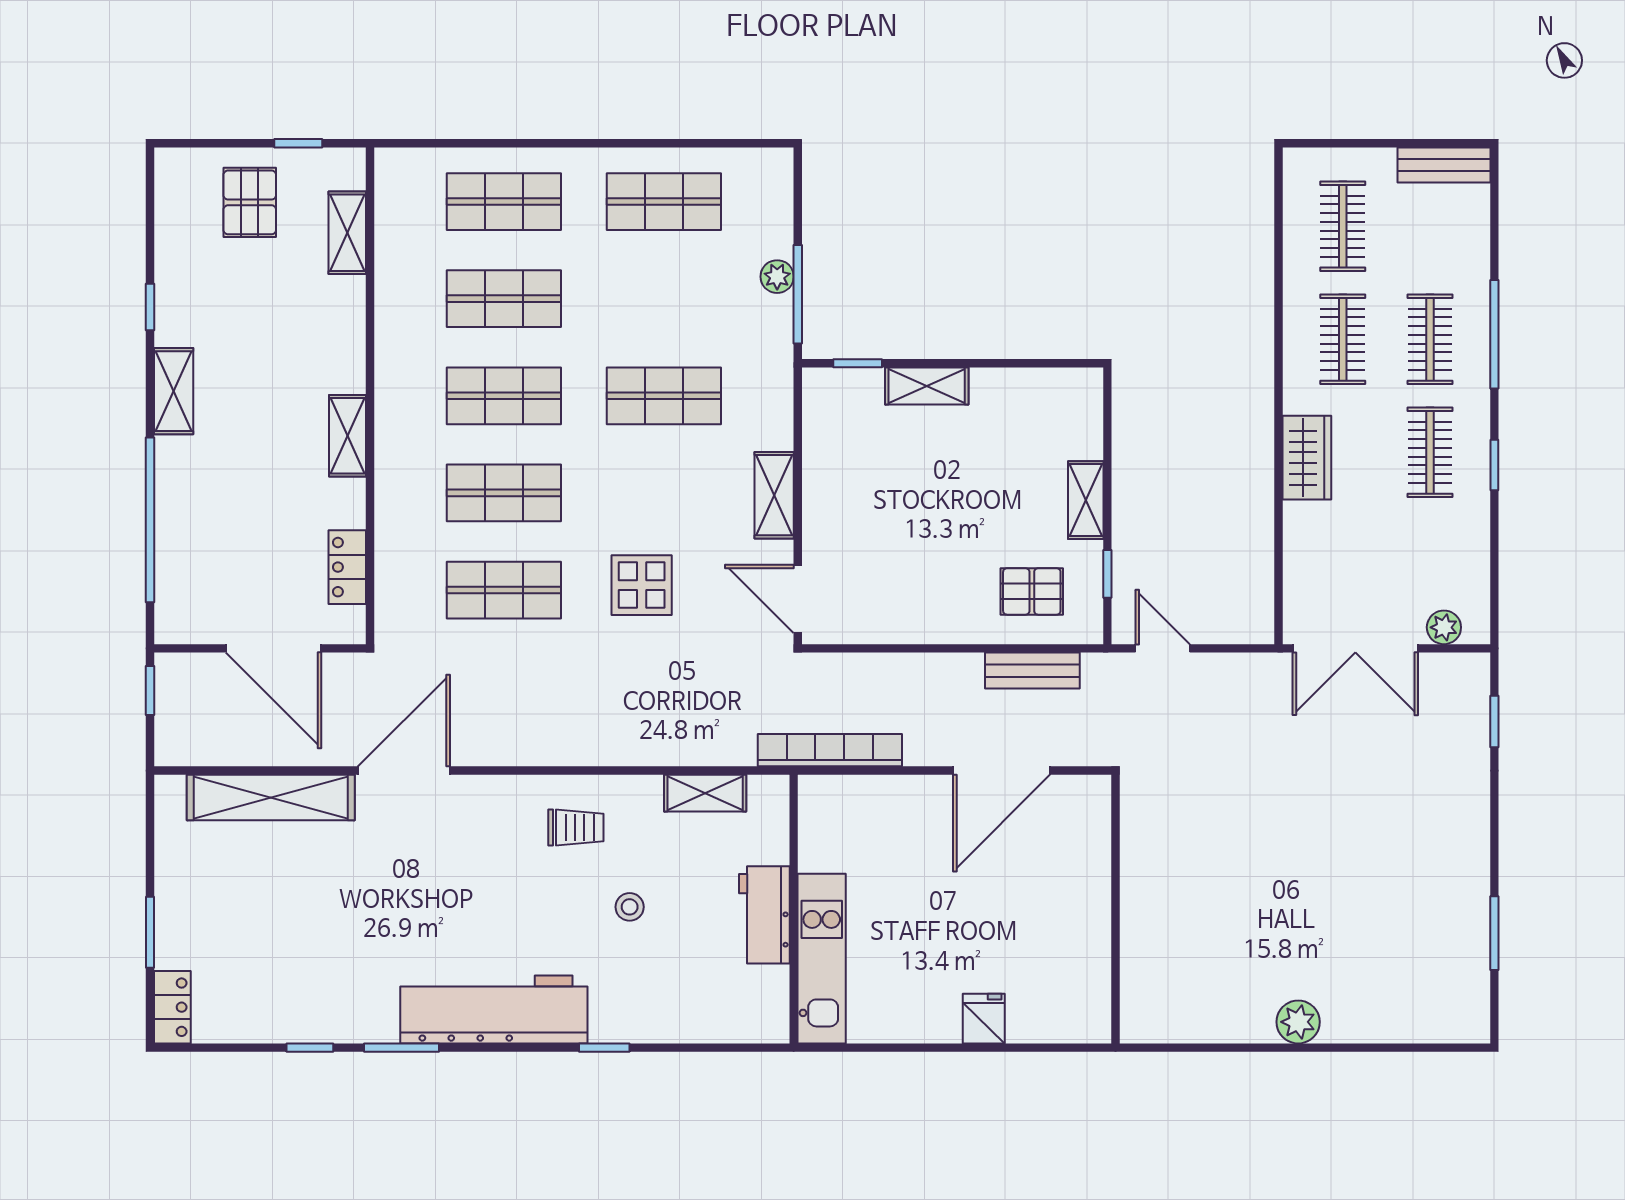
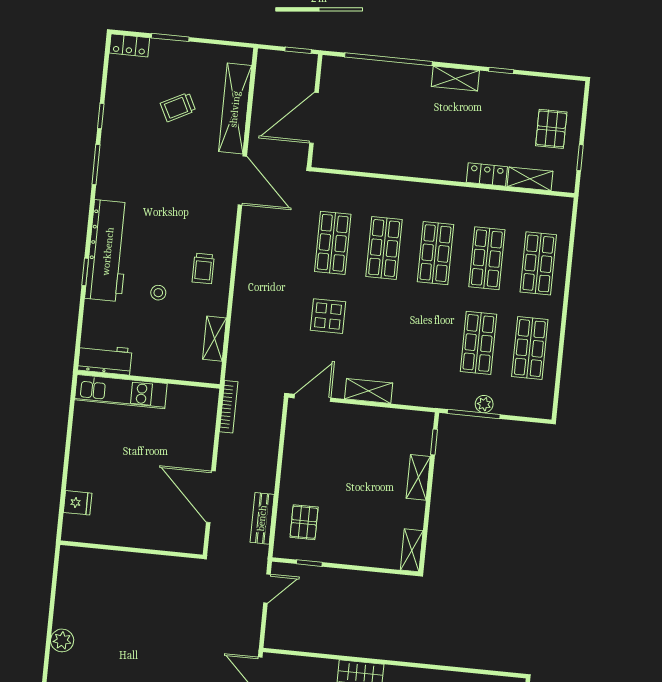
pallet: (250, 202) -> (551, 129), turned 90
shop shelf: (664, 396) -> (478, 343), moved
shelving: (347, 436) -> (423, 168), removed
shelving: (1086, 500) -> (412, 550), moved, turned 90
locker: (347, 567) -> (487, 175), moved
bookcase: (830, 750) -> (229, 407), width x0.68, depth x0.76
trolley: (279, 905) -> (178, 107), added
workbench: (764, 915) -> (105, 359), moved
workbench: (494, 1009) -> (108, 251), moved
fridge: (984, 1019) -> (78, 503), moved

